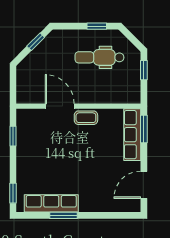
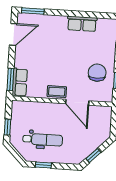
row of seats: (132, 135) -> (20, 82), width x0.68
chair: (38, 144) -> (97, 73), added
row of seats: (51, 203) -> (82, 24), width x0.68
window: (64, 215) -> (33, 11), moved

